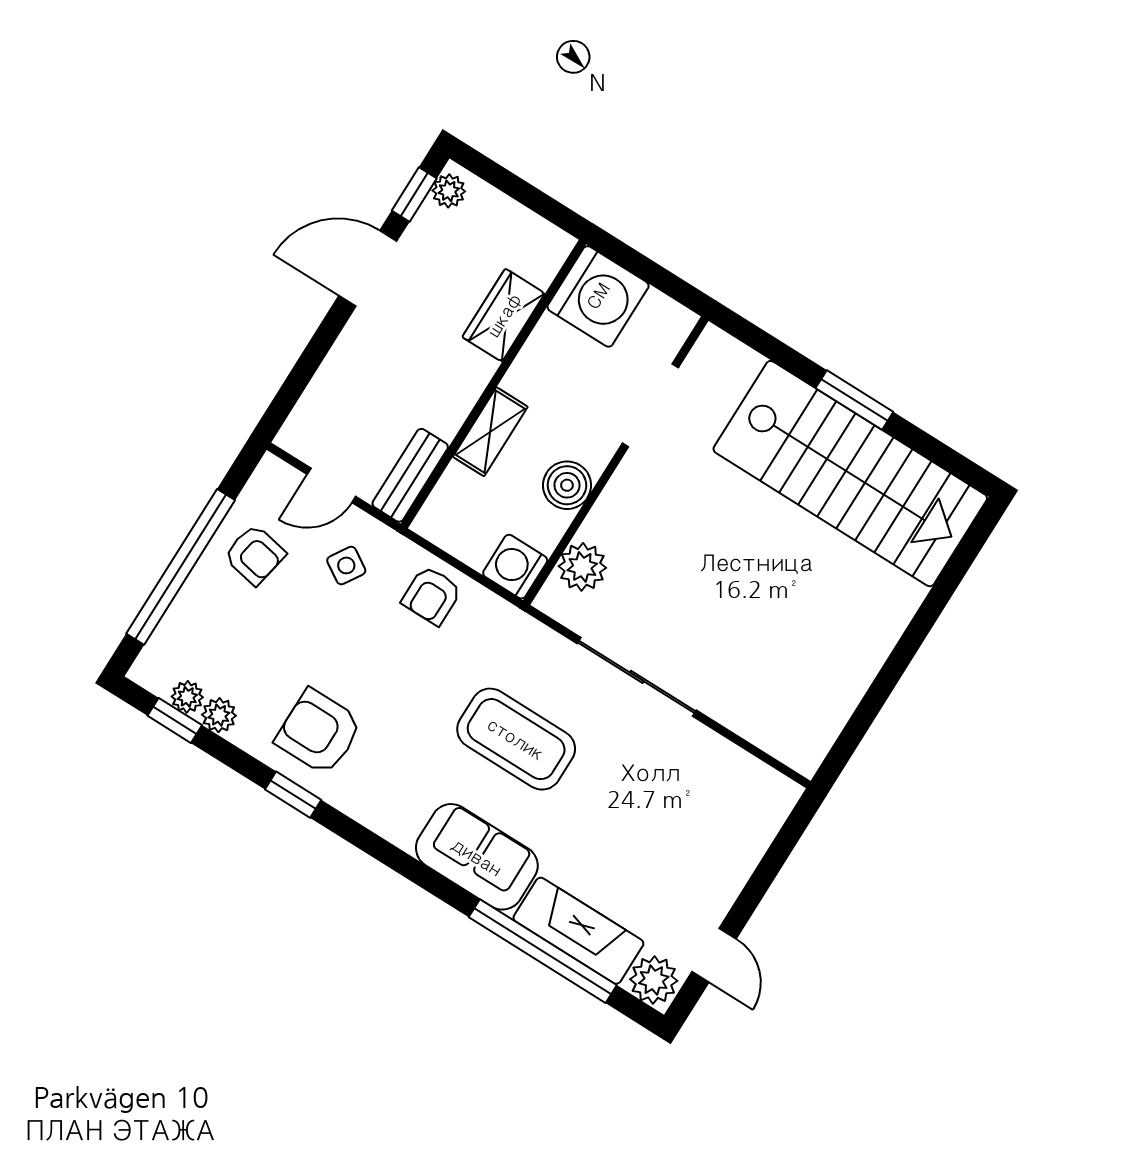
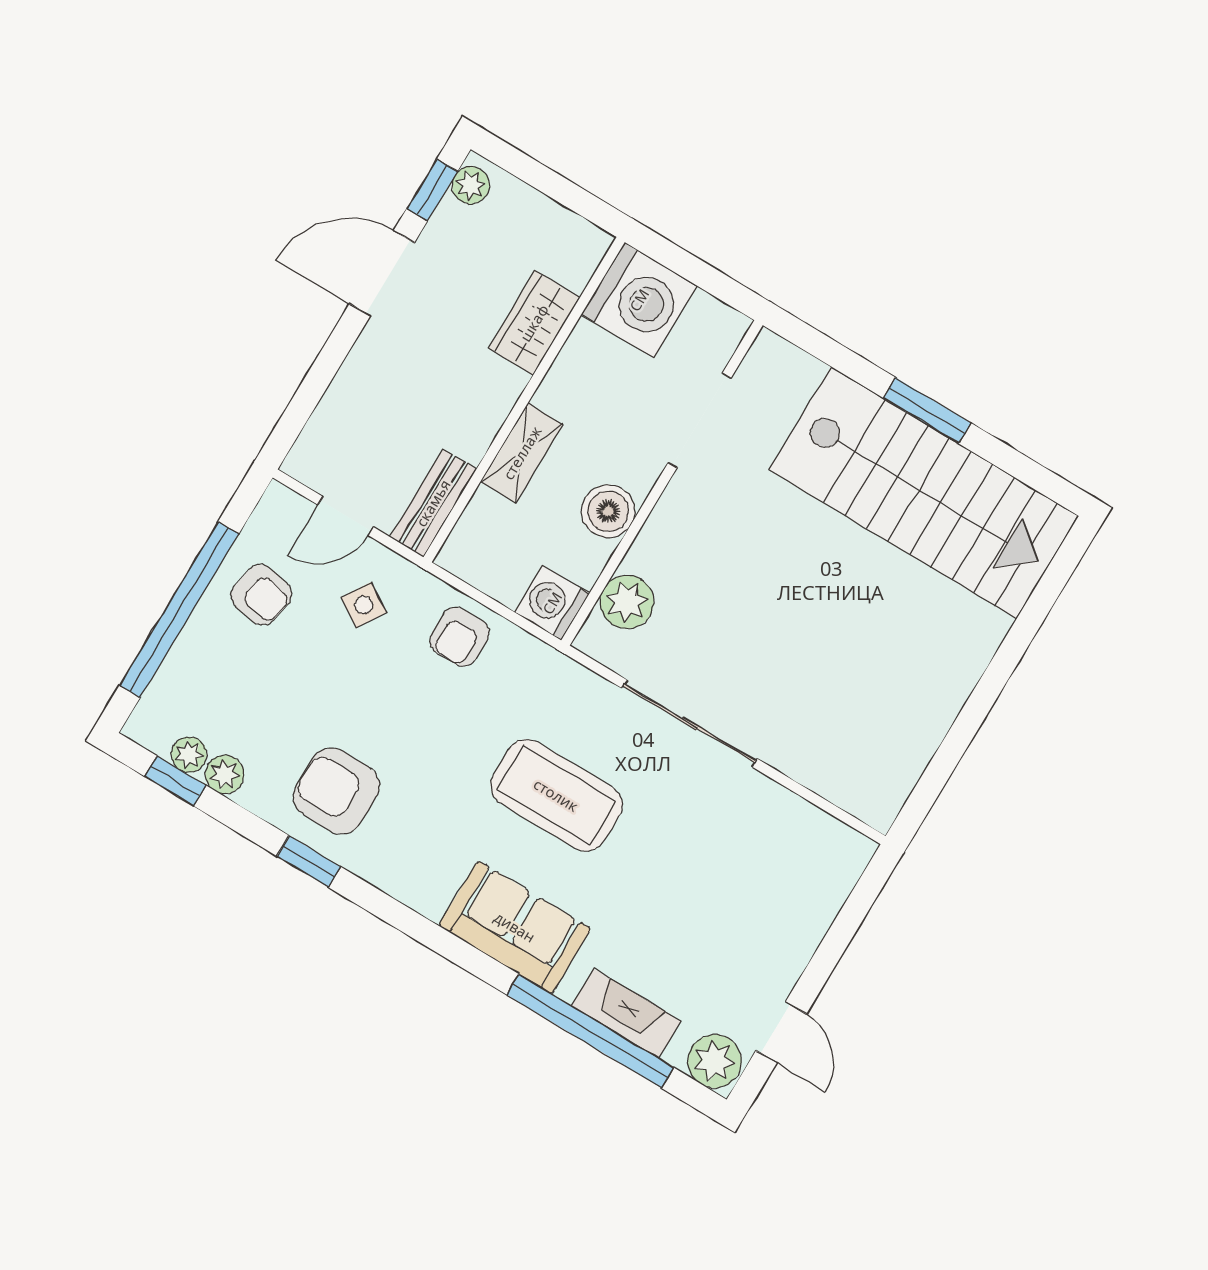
fireplace: (578, 931) -> (626, 1014), width x0.73, depth x0.76

